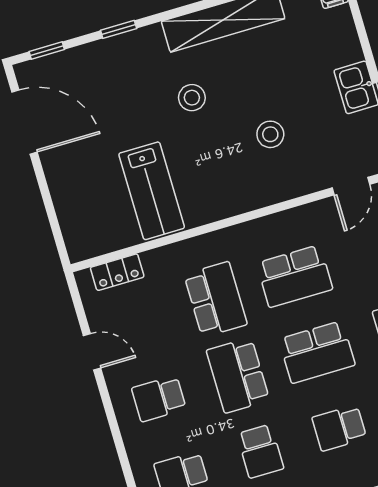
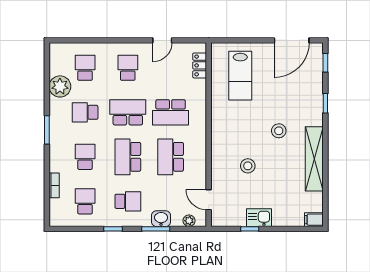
lab bench: (152, 191) -> (240, 76), moved, turned -90

